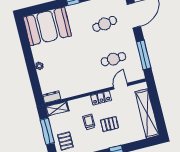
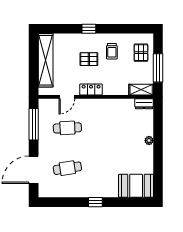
booth: (47, 26) -> (136, 186), width x0.73, depth x0.70
trolley: (89, 122) -> (112, 51), moved

